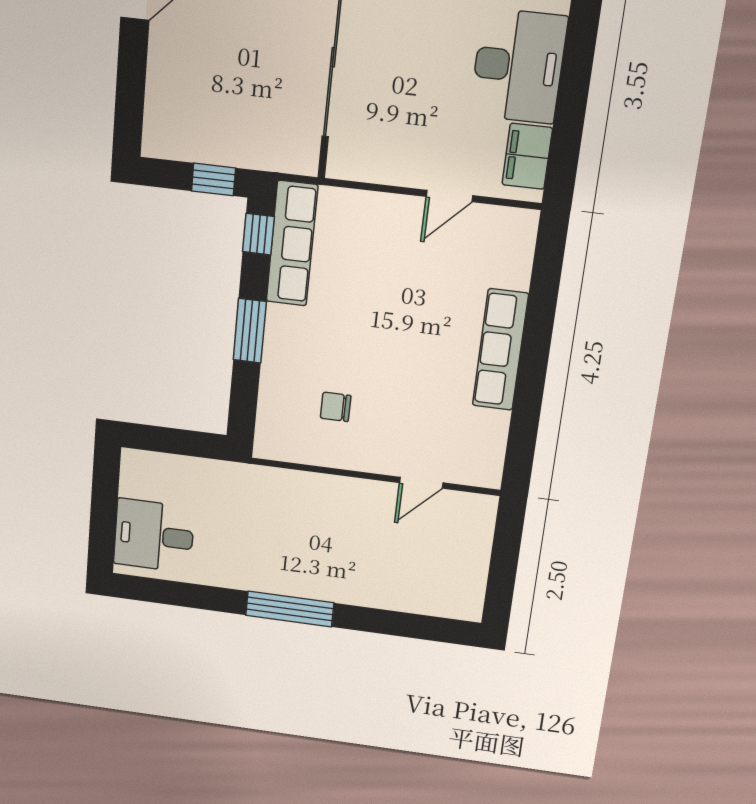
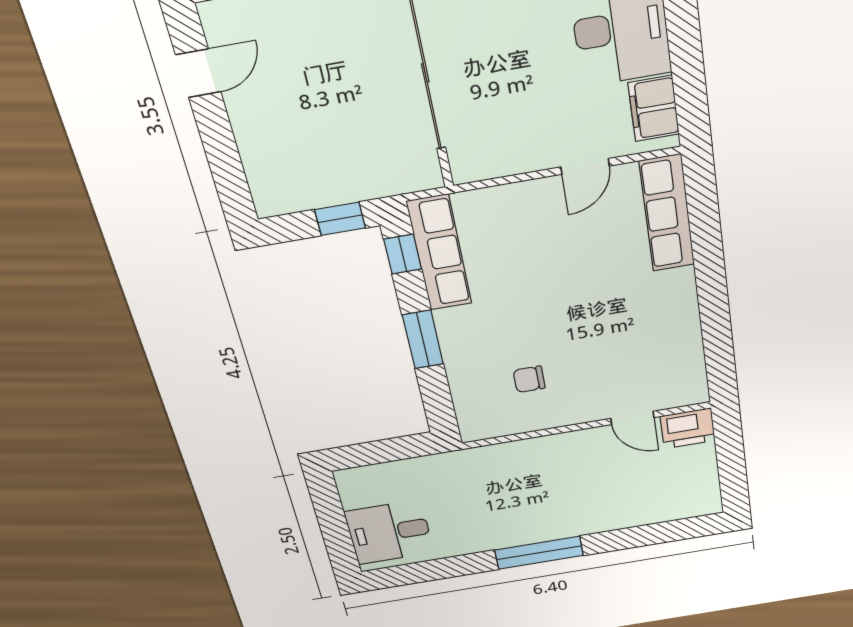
row of seats: (500, 350) -> (667, 213), moved
door: (421, 483) -> (632, 418), hinge flipped
printer: (471, 512) -> (688, 428), added

